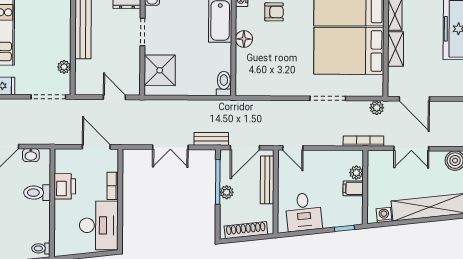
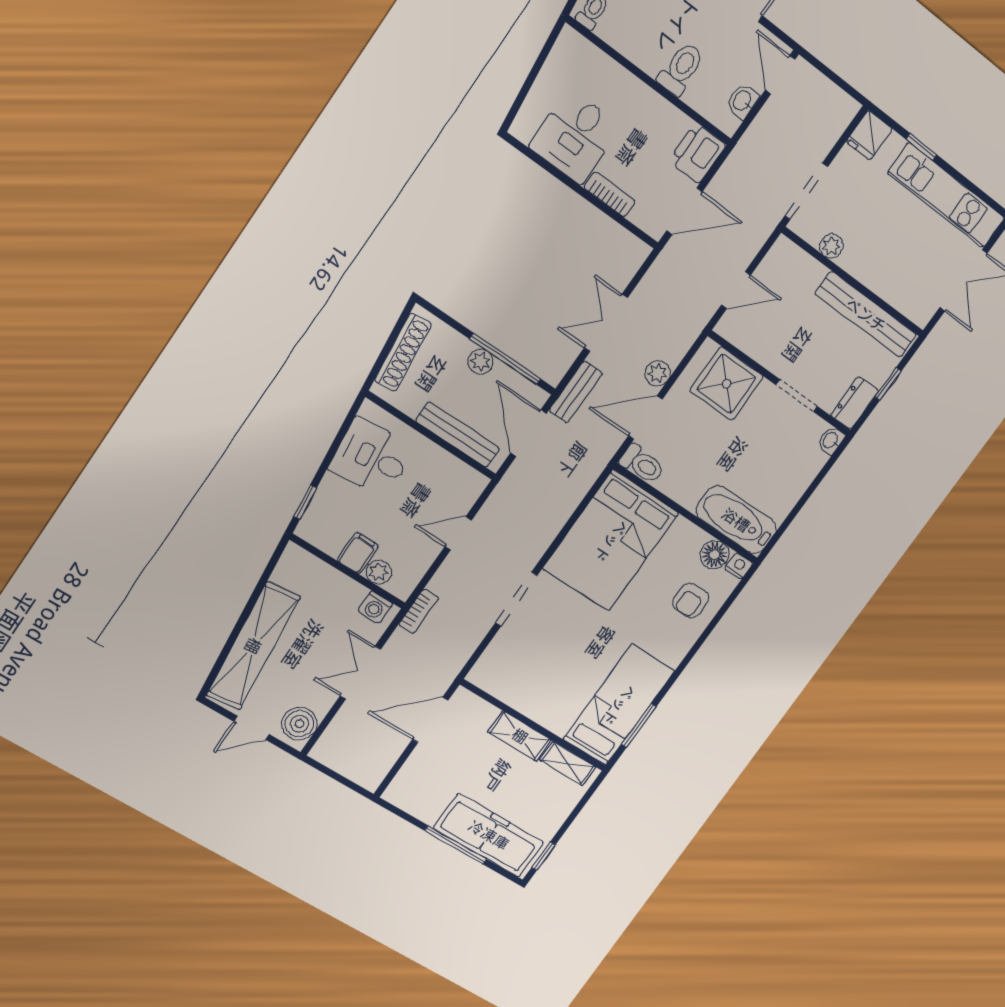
floor lamp: (244, 39) -> (714, 555), moved
bed: (349, 51) -> (611, 541), moved, turned 180
door: (201, 98) -> (645, 418), added
plant: (377, 108) -> (658, 373), moved
bookcase: (363, 141) -> (419, 611), width x0.64
door: (293, 148) -> (458, 533), moved
printer: (65, 186) -> (697, 153), moved, turned 90
washing machine: (384, 215) -> (375, 607), moved, turned 96
desk: (99, 225) -> (575, 137), width x0.73

